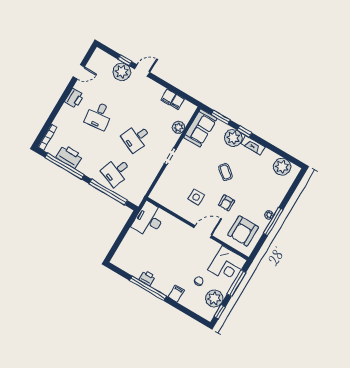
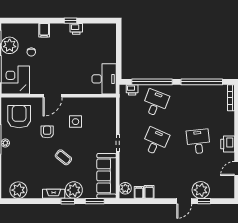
plant: (179, 127) -> (125, 188), moved
sofa: (200, 128) -> (107, 176), width x1.36
printer: (69, 157) -> (132, 90), moved, width x0.53, depth x0.68
window: (148, 288) -> (70, 21), width x0.32

